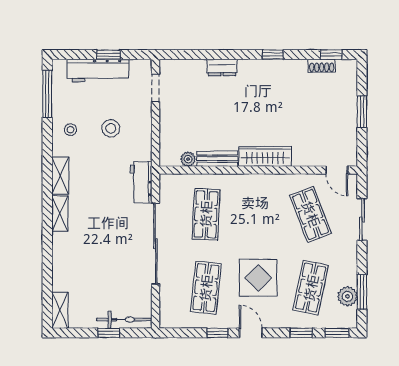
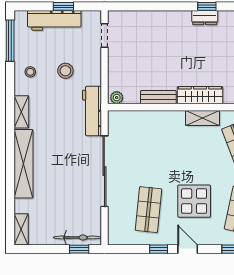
dresser: (222, 67) -> (205, 18), moved
plant: (188, 159) -> (117, 98), moved
workbench: (141, 182) -> (92, 111), width x1.38
shelving: (268, 182) -> (203, 118), added
shelving: (60, 214) -> (23, 164), width x2.20, depth x1.33
shop shelf: (206, 214) -> (149, 146), removed
window: (109, 333) -> (79, 249), moved

